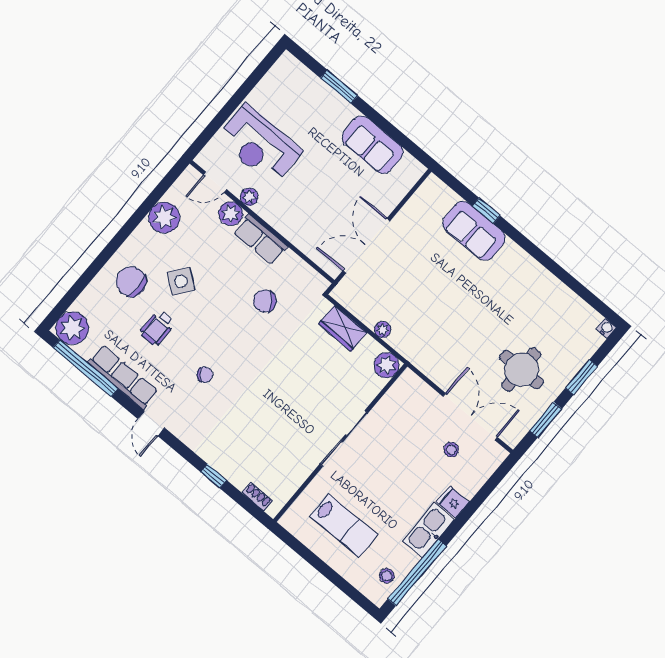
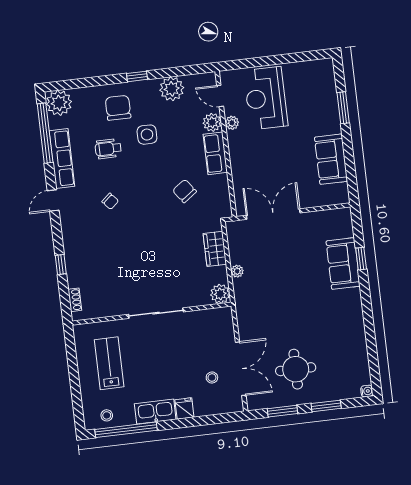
window: (121, 236) -> (137, 76), added
side table: (181, 281) -> (147, 135), turned -37
lab bench: (344, 526) -> (109, 363), turned 180

